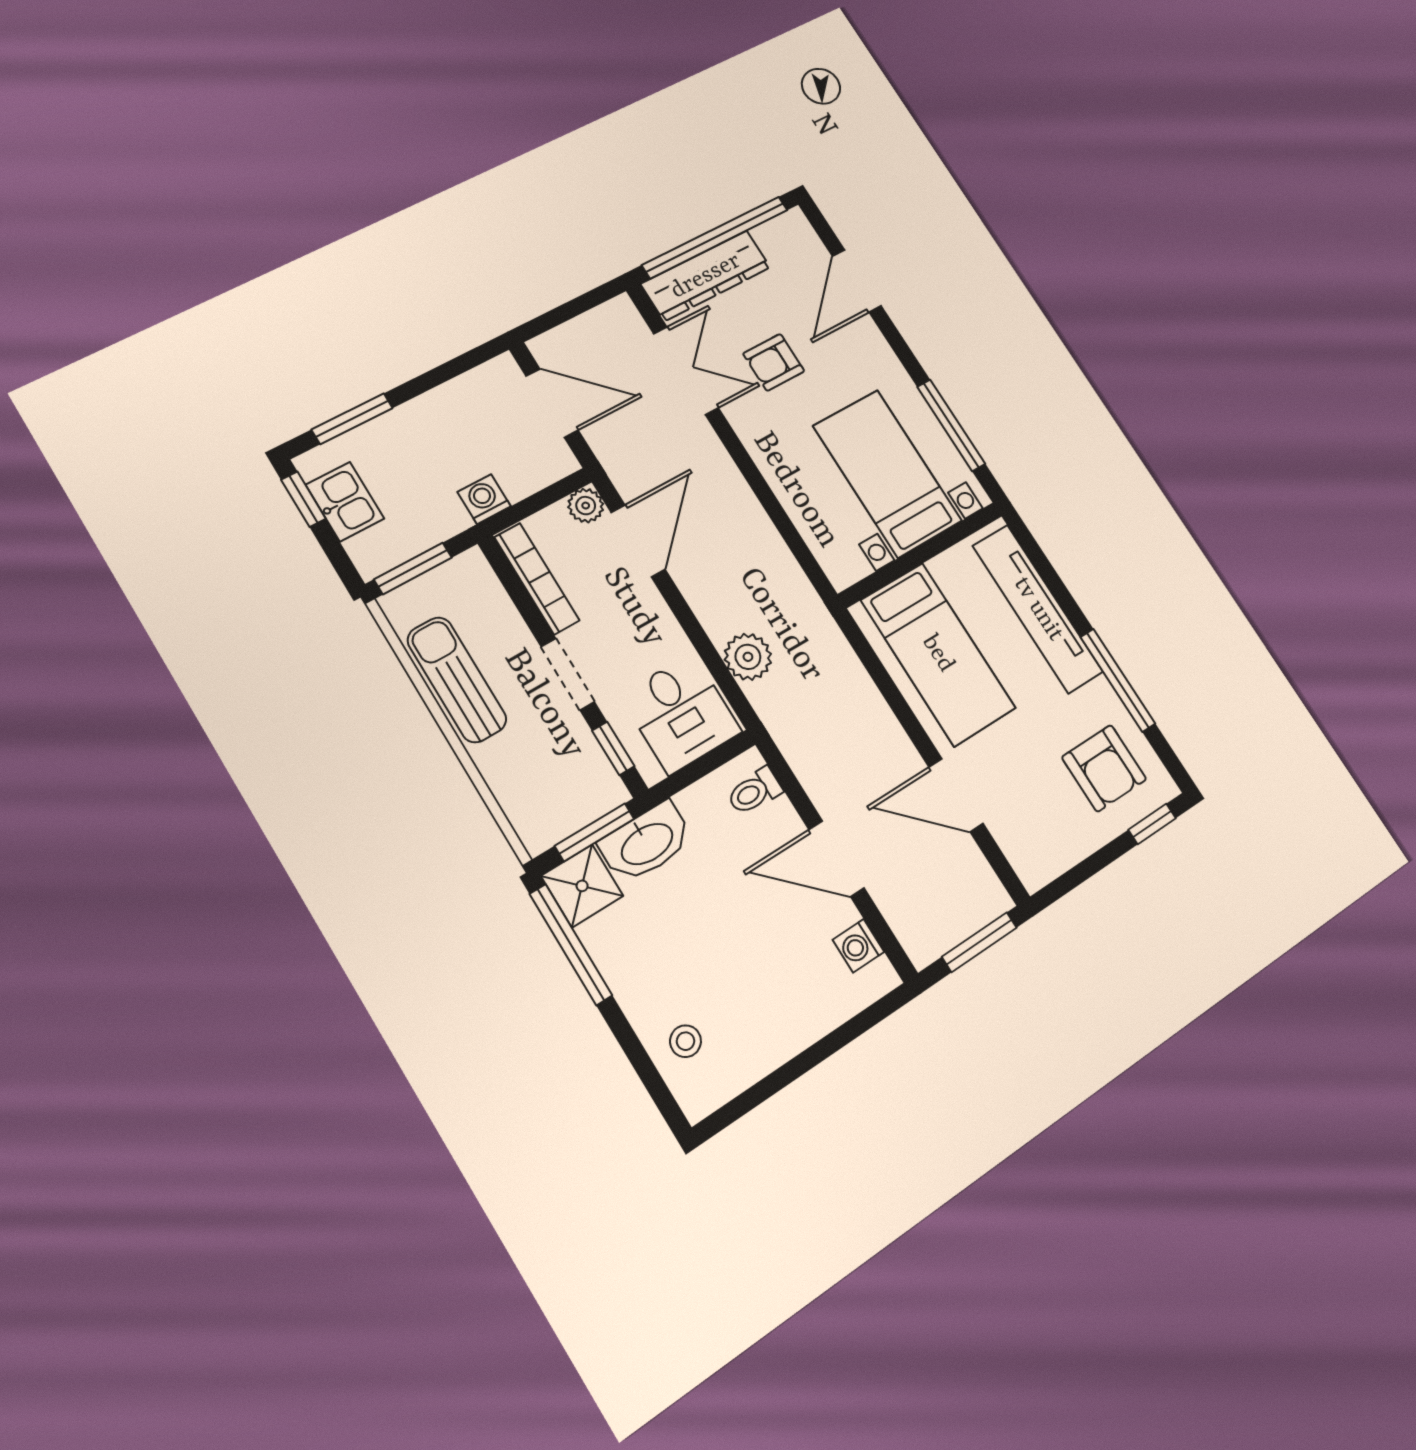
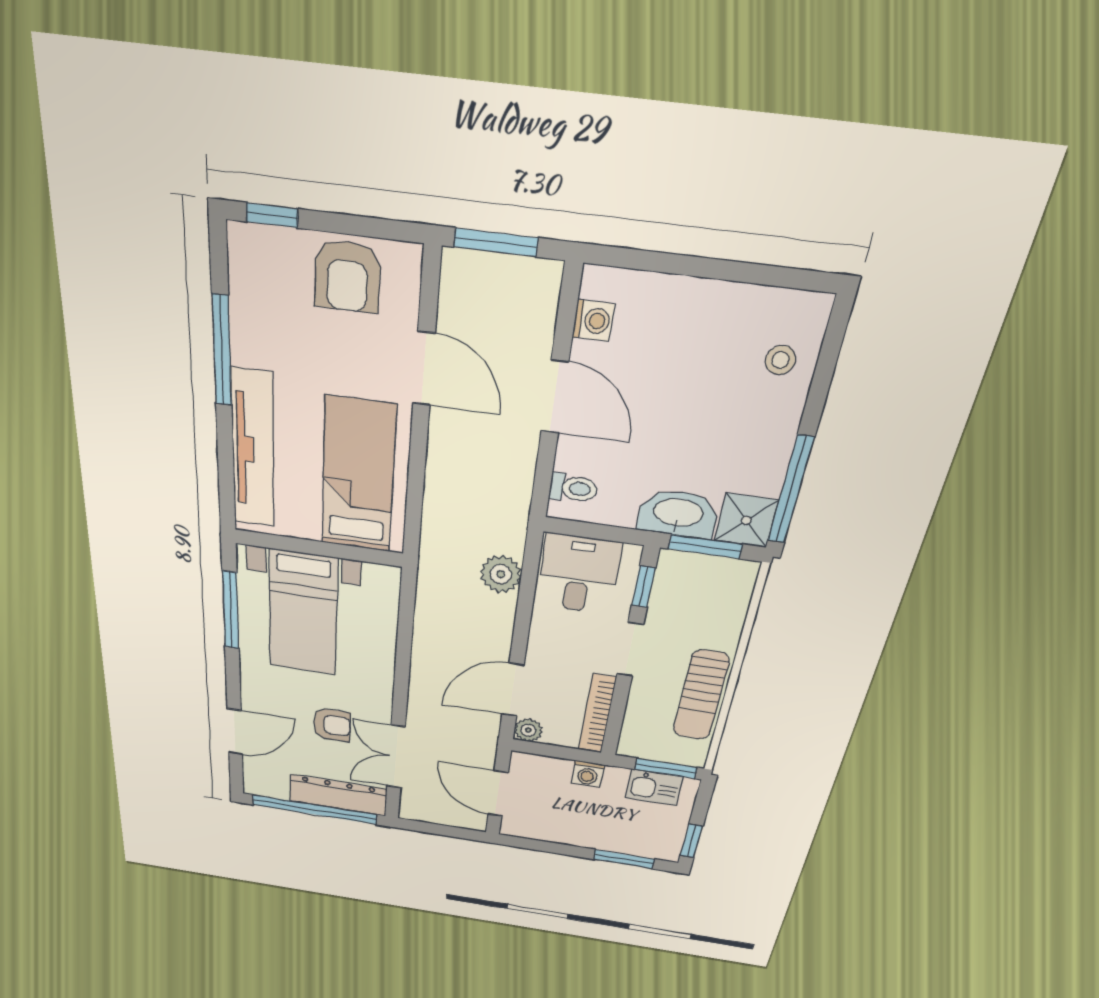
kitchen sink: (345, 502) -> (654, 787), moved, turned -90
armchair: (1104, 768) -> (347, 276), moved, turned 180

